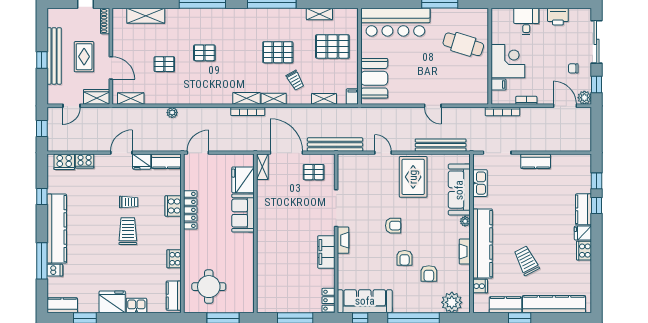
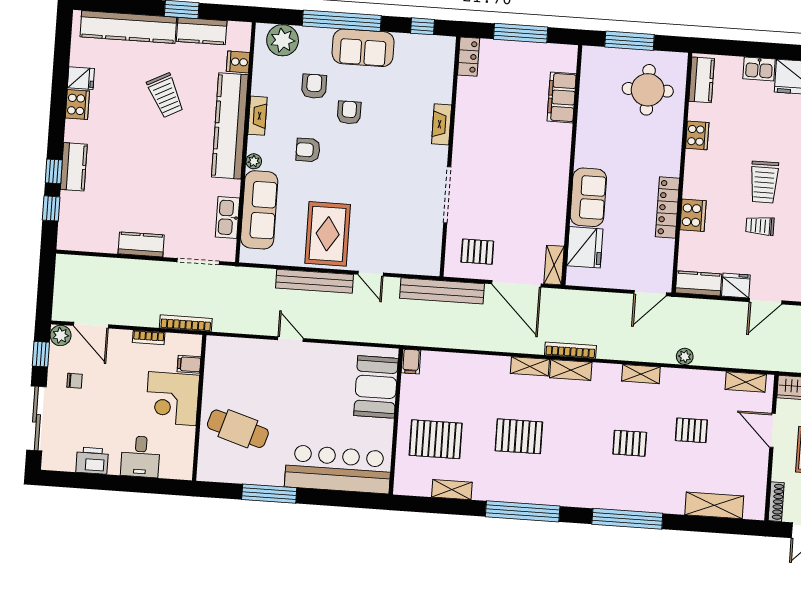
trolley: (295, 80) -> (496, 392), removed
shelving: (324, 99) -> (641, 374), moved
bench: (441, 145) -> (315, 281), moved
armchair: (393, 226) -> (308, 150), moved
fridge: (583, 233) -> (81, 78), moved
fireplace: (343, 240) -> (442, 124), moved
filing cabinet: (326, 252) -> (562, 97), moved, turned 180
sofa: (365, 301) -> (363, 48), moved, width x0.73

